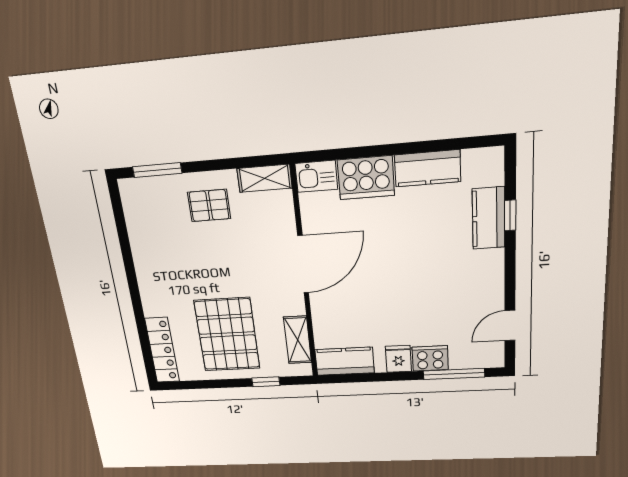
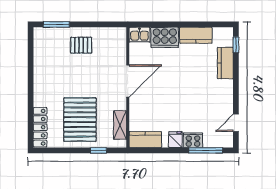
shelving: (265, 178) -> (113, 33), removed
window: (510, 215) -> (236, 45), moved

